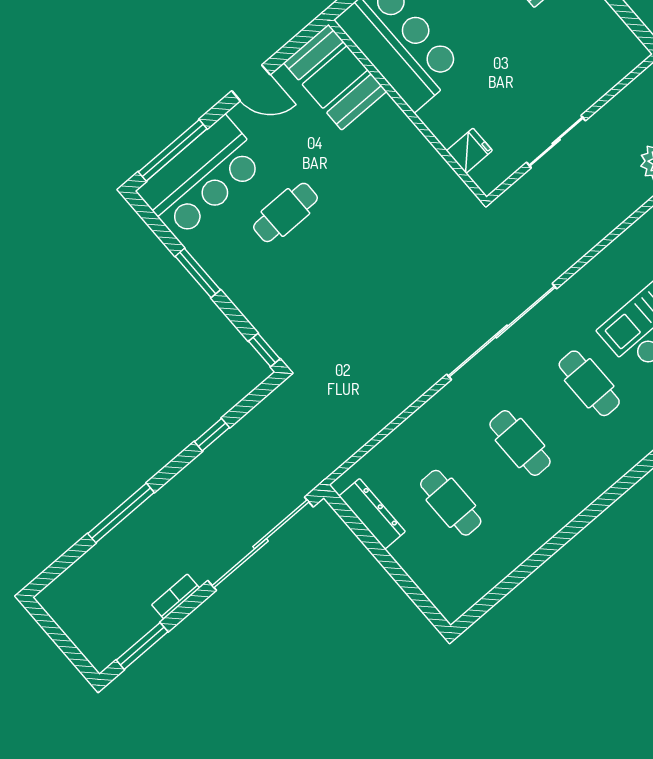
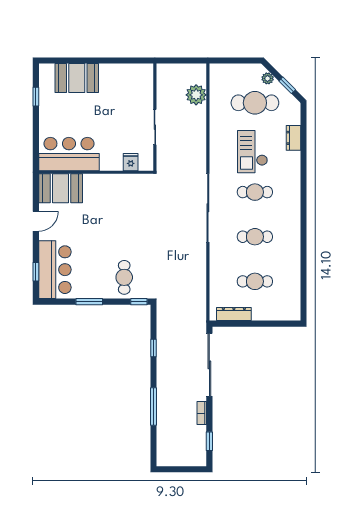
window: (173, 150) -> (36, 272), width x0.46
cafe table: (285, 212) -> (124, 277), moved
window: (142, 646) -> (209, 441), width x0.67

